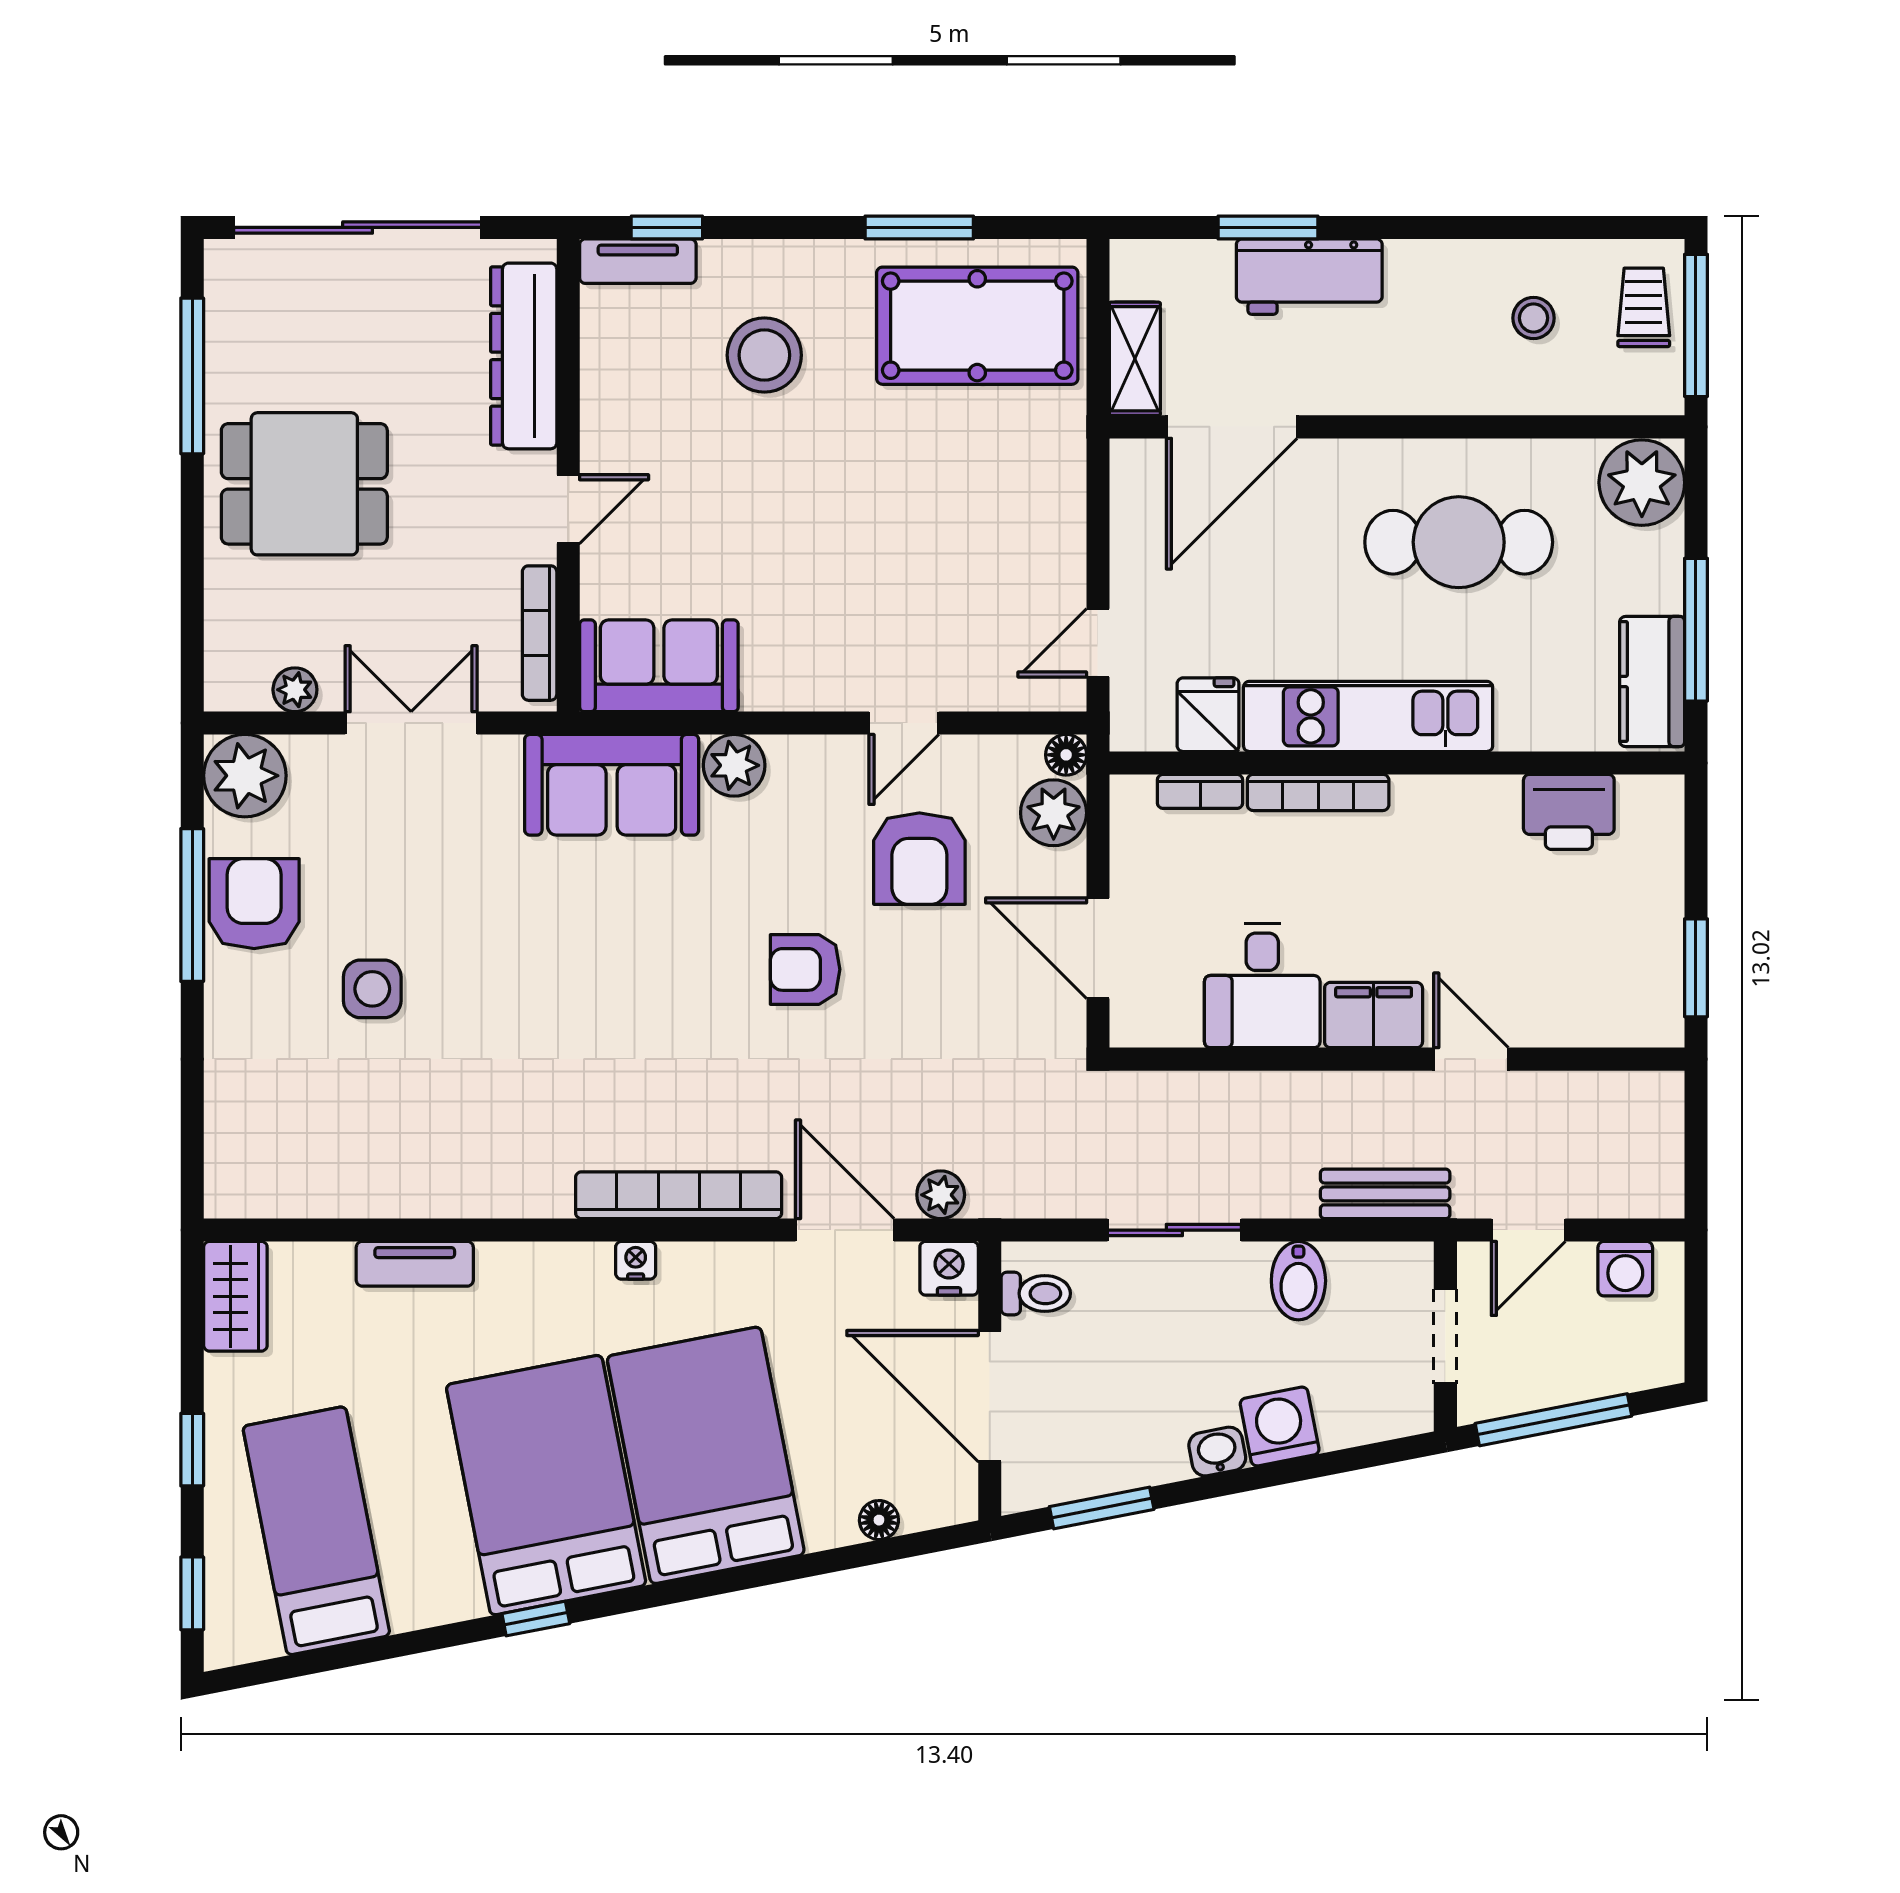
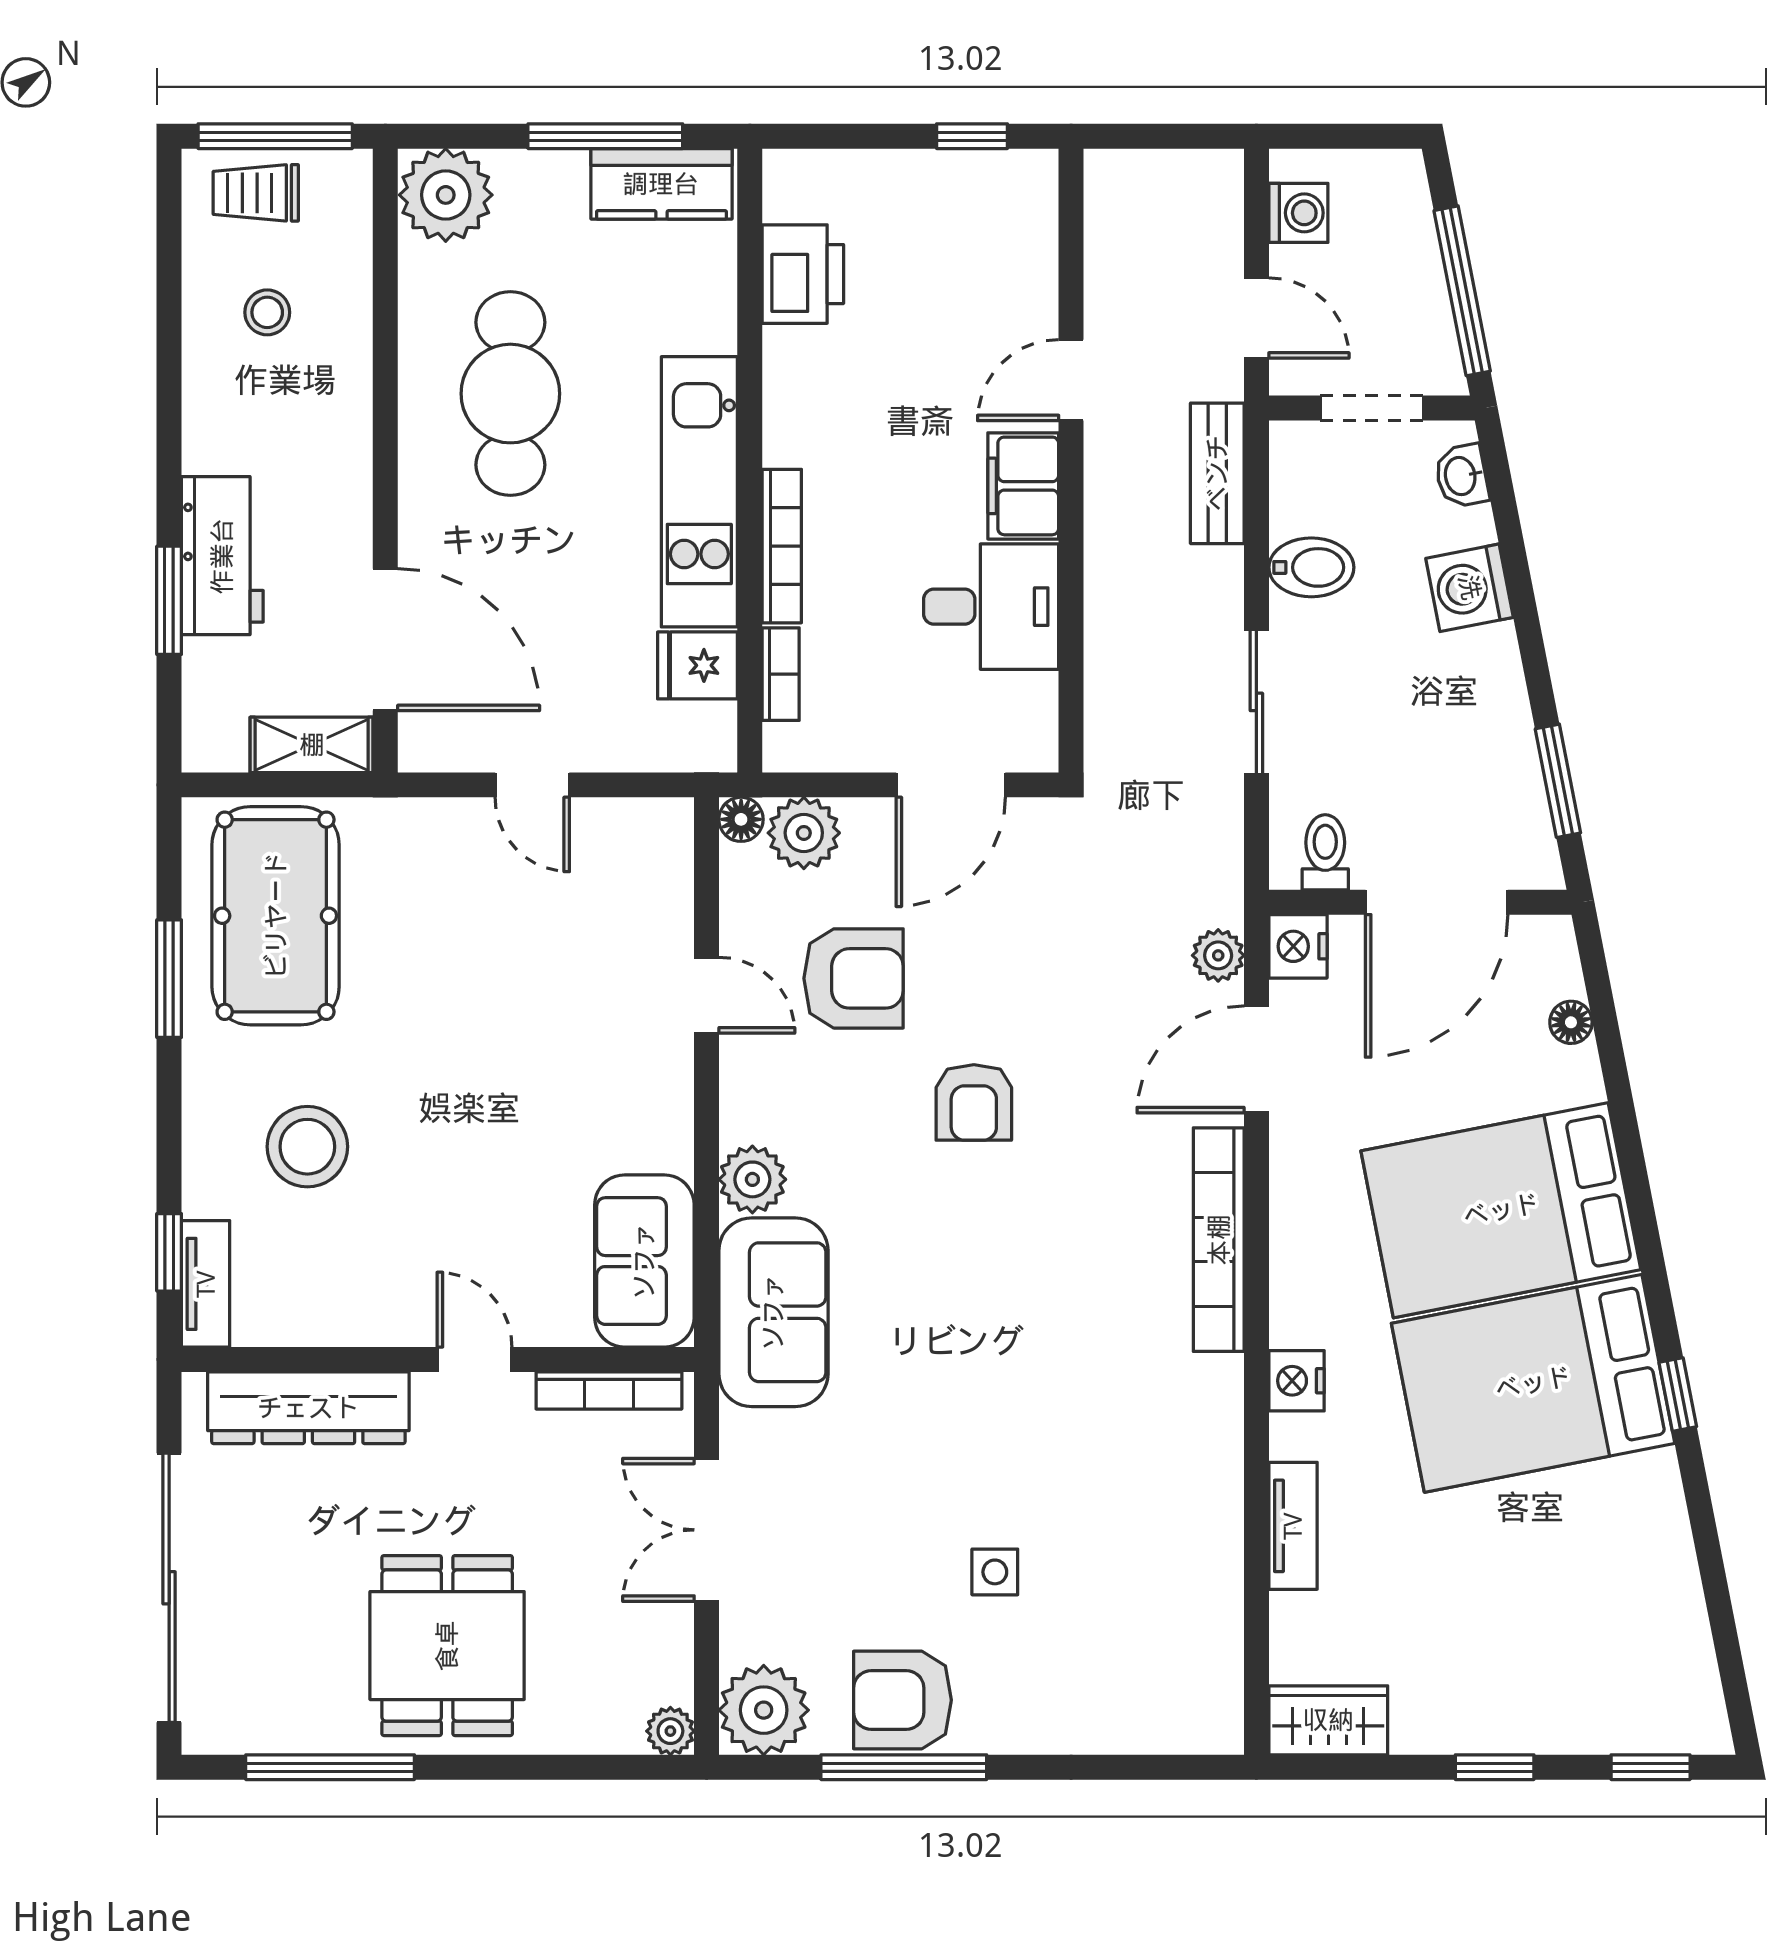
door: (1098, 643) -> (532, 785), moved
plant: (295, 690) -> (670, 1731), moved
window: (1696, 968) -> (972, 136), width x0.67
side table: (372, 989) -> (995, 1572), width x0.73, depth x0.73
nightstand: (636, 1260) -> (1296, 1381), moved, width x1.39, depth x1.35
washbasin: (1217, 1452) -> (1462, 476), moved
bed: (316, 1531) -> (1583, 1633), removed

